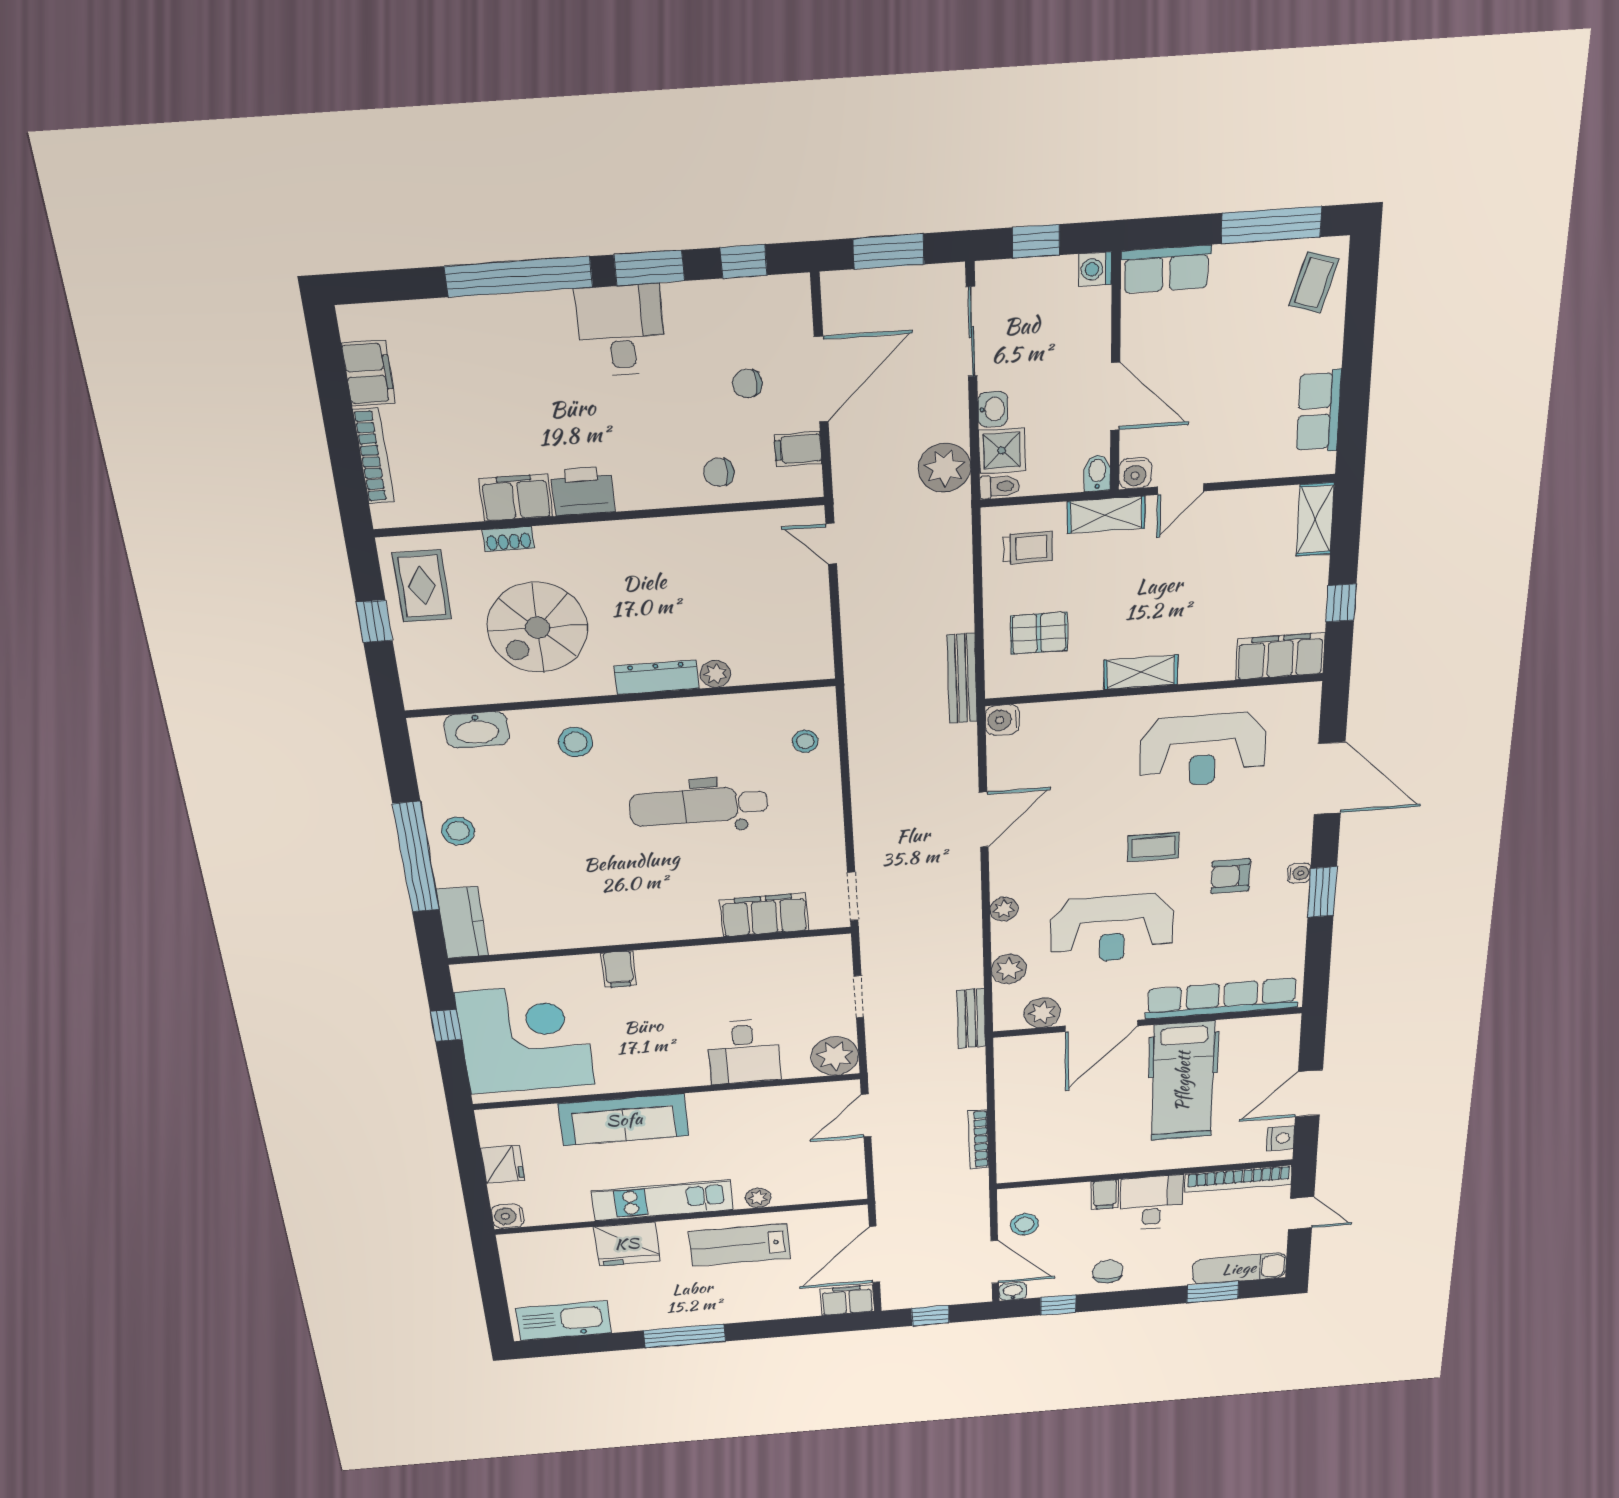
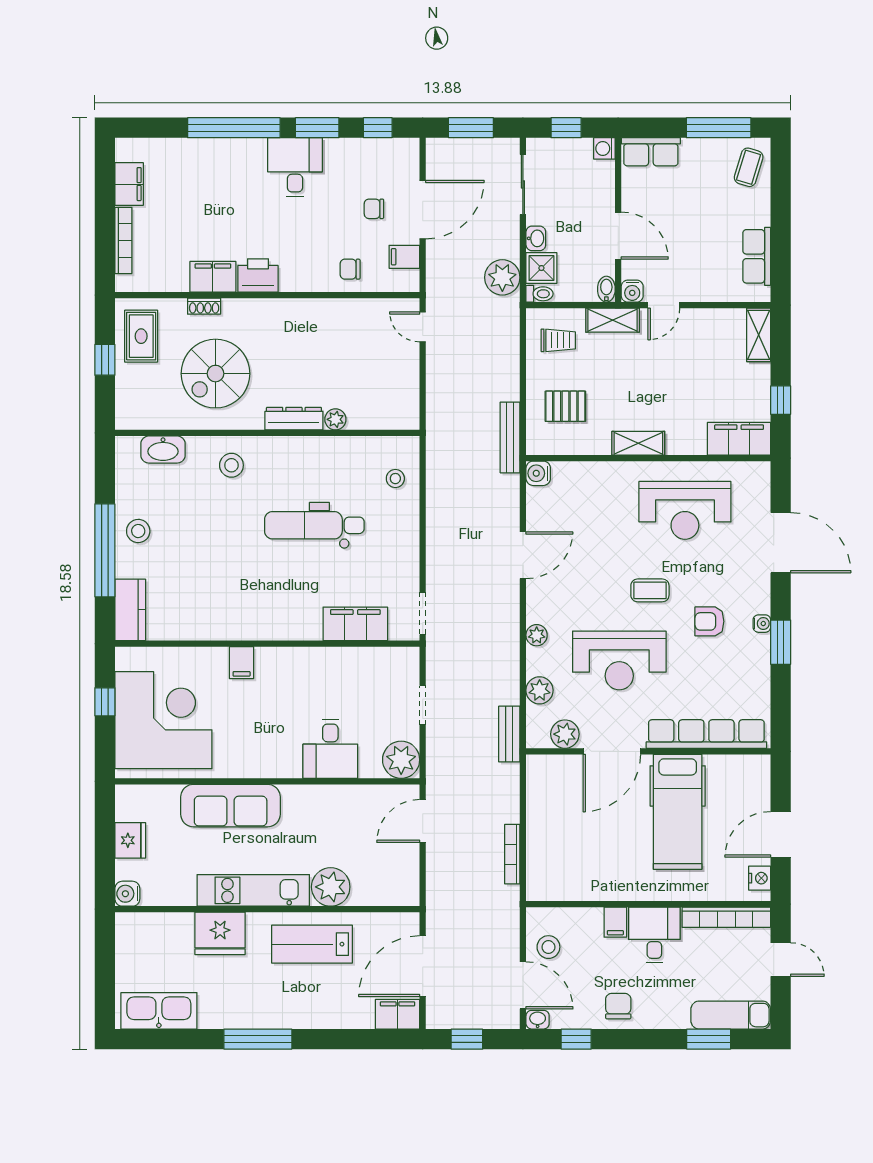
plant: (758, 1198) -> (331, 887), width x1.88, depth x1.88

